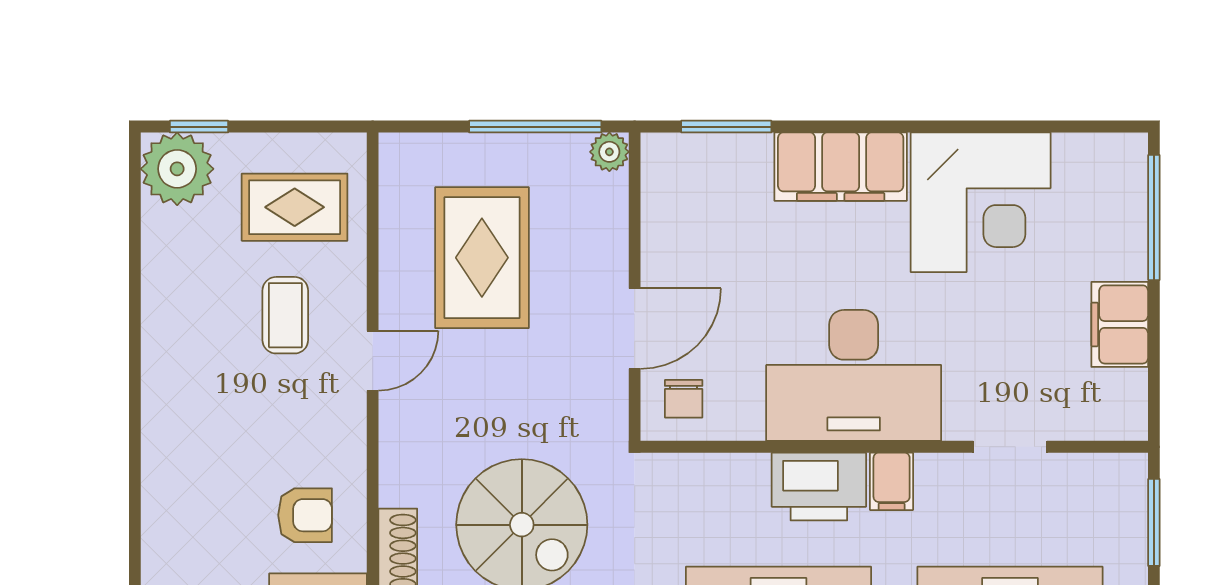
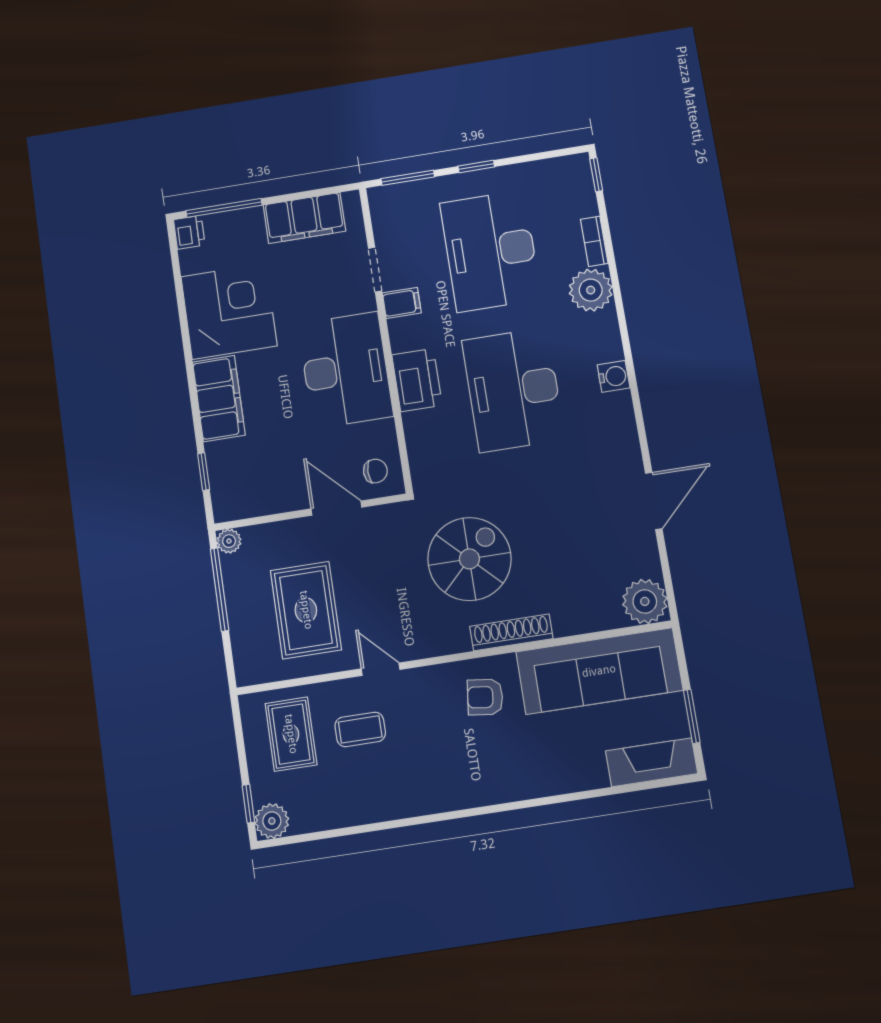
window: (726, 127) -> (204, 472), width x0.67
printer: (1122, 156) -> (189, 232), added
plant: (177, 169) -> (272, 821), width x0.73, depth x0.73
rug: (482, 258) -> (306, 610), turned 90
filing cabinet: (1120, 324) -> (304, 218), width x1.50, depth x1.17
filing cabinet: (892, 481) -> (402, 303), moved
armchair: (305, 515) -> (485, 697), turned -83

